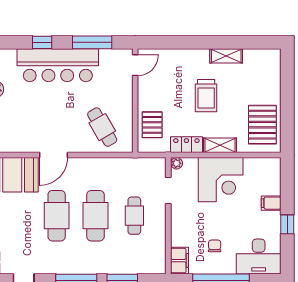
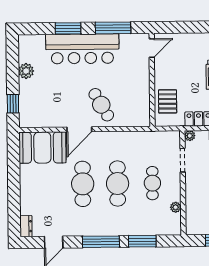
window: (42, 42) -> (68, 28), width x1.50
cafe table: (102, 127) -> (101, 105), moved
plant: (160, 243) -> (176, 207), added
filing cabinet: (180, 261) -> (193, 223), removed

